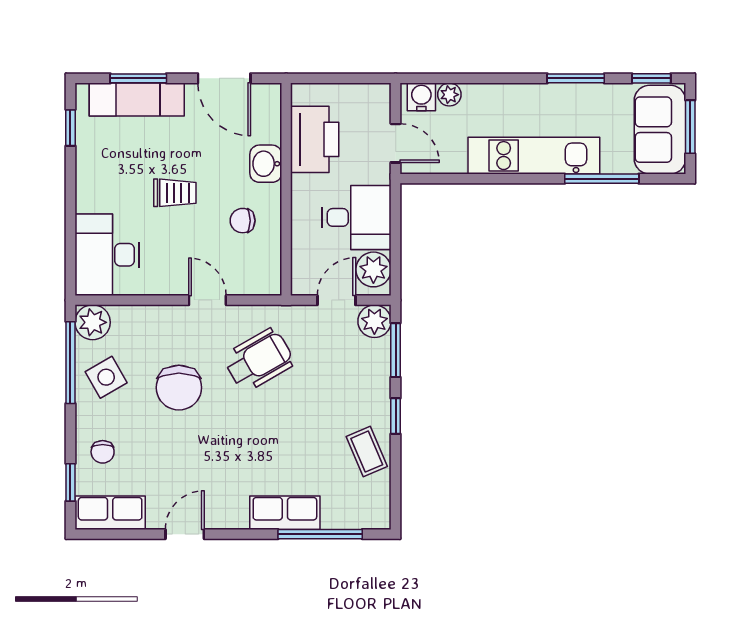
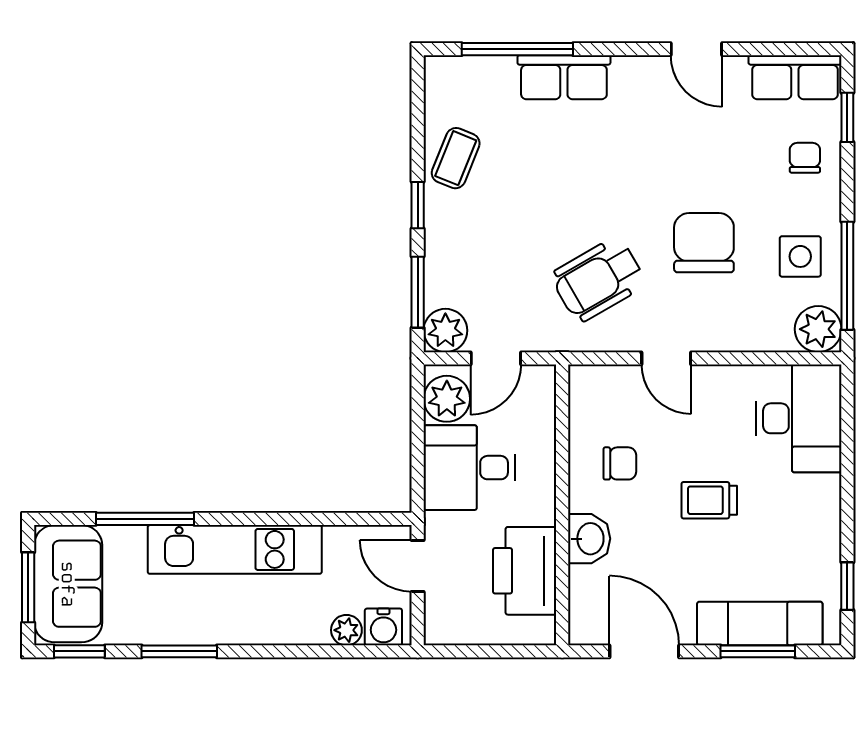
side table: (106, 377) -> (800, 256), turned 30
coffee table: (367, 452) -> (456, 158), turned 45
door: (185, 534) -> (696, 49), hinge flipped

